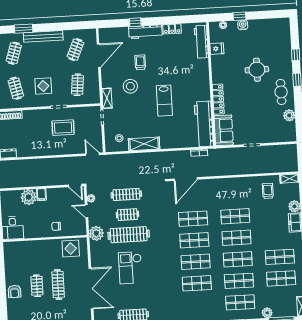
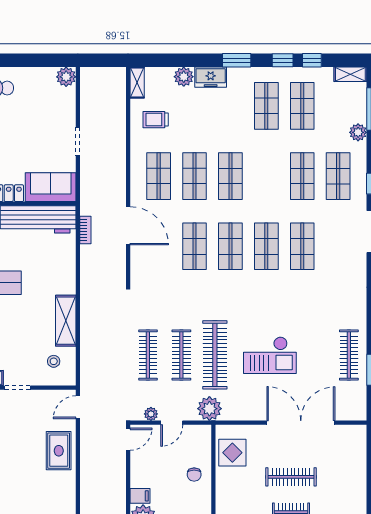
plant: (289, 115) -> (66, 77), moved
rug: (63, 128) -> (59, 451), moved
door: (186, 179) -> (128, 226), moved
clothes rail: (127, 215) -> (181, 355), width x1.36
shop shelf: (238, 259) -> (159, 176), moved

